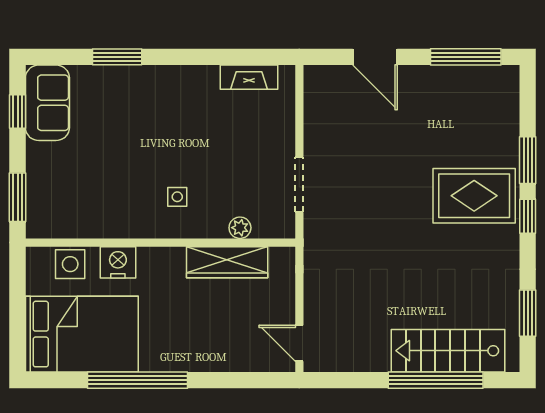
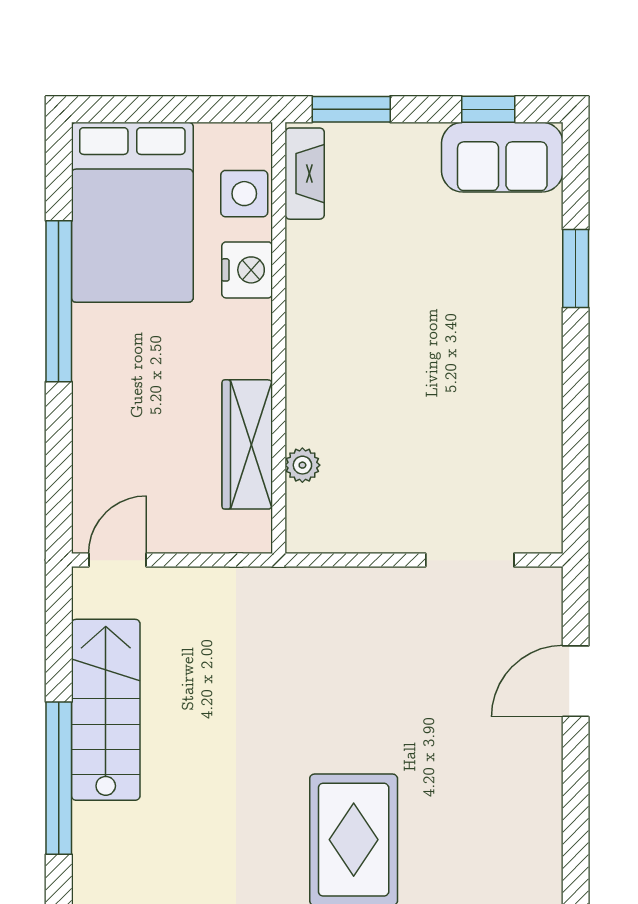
window: (466, 57) -> (576, 826), removed
fireplace: (249, 77) -> (305, 174), moved, turned 180
doorway: (299, 184) -> (470, 560), moved
side table: (177, 197) -> (352, 365), removed
stairs: (448, 351) -> (106, 710), moved

